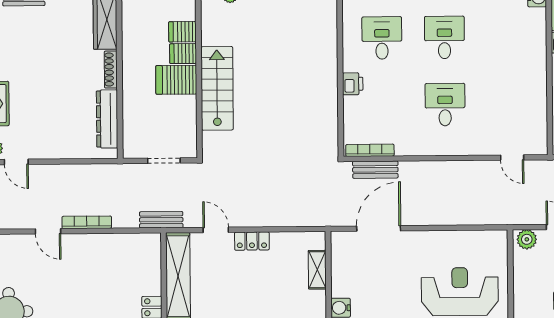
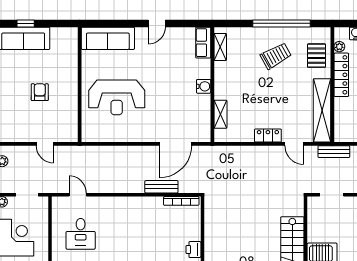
desk: (445, 105) -> (81, 234), moved
bench: (375, 170) -> (161, 187), moved
plant: (527, 239) -> (67, 135), removed

